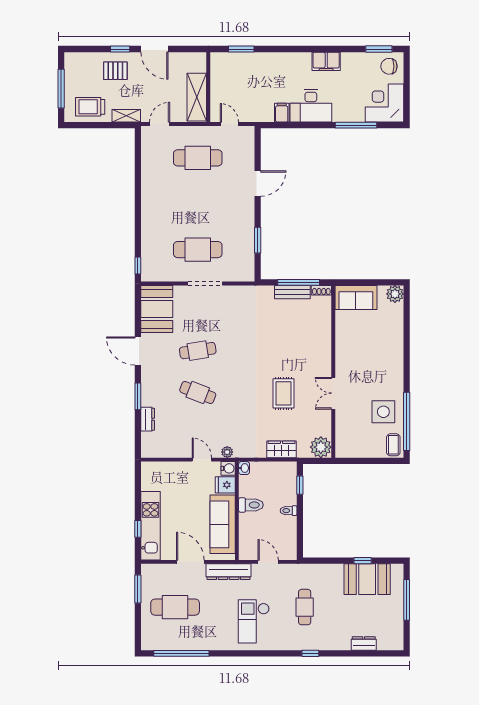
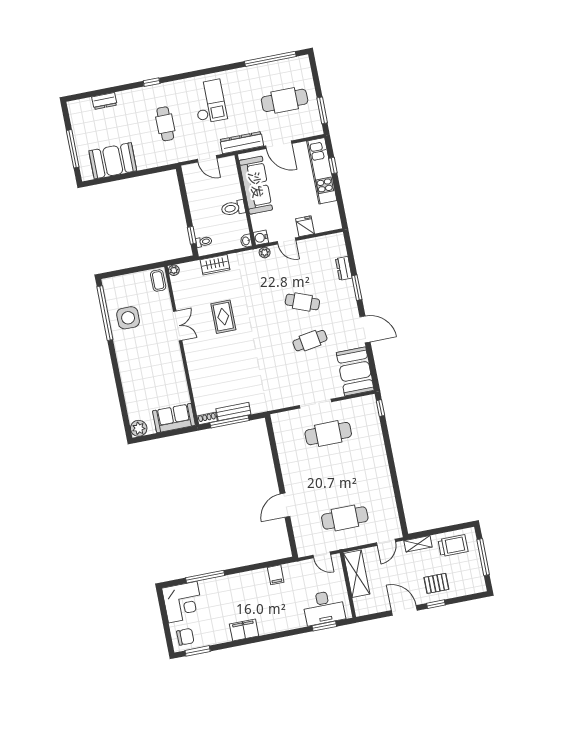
desk: (311, 106) -> (324, 608), moved, turned 180
window: (258, 240) -> (275, 453), removed
coffee table: (393, 445) -> (158, 280), moved
plant: (321, 447) -> (174, 270), width x0.53, depth x0.53
fridge: (225, 485) -> (305, 226), moved, turned -90
toilet: (289, 511) -> (204, 242), moved
window: (363, 561) -> (120, 177), removed

